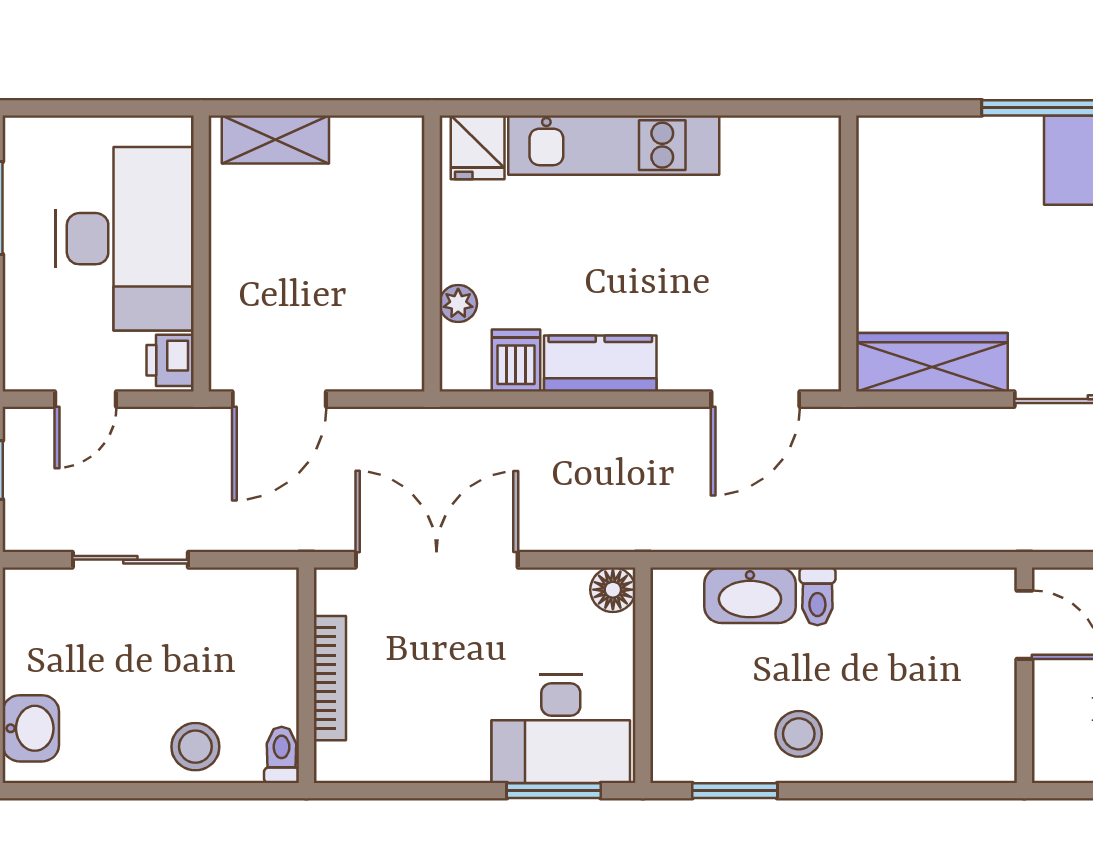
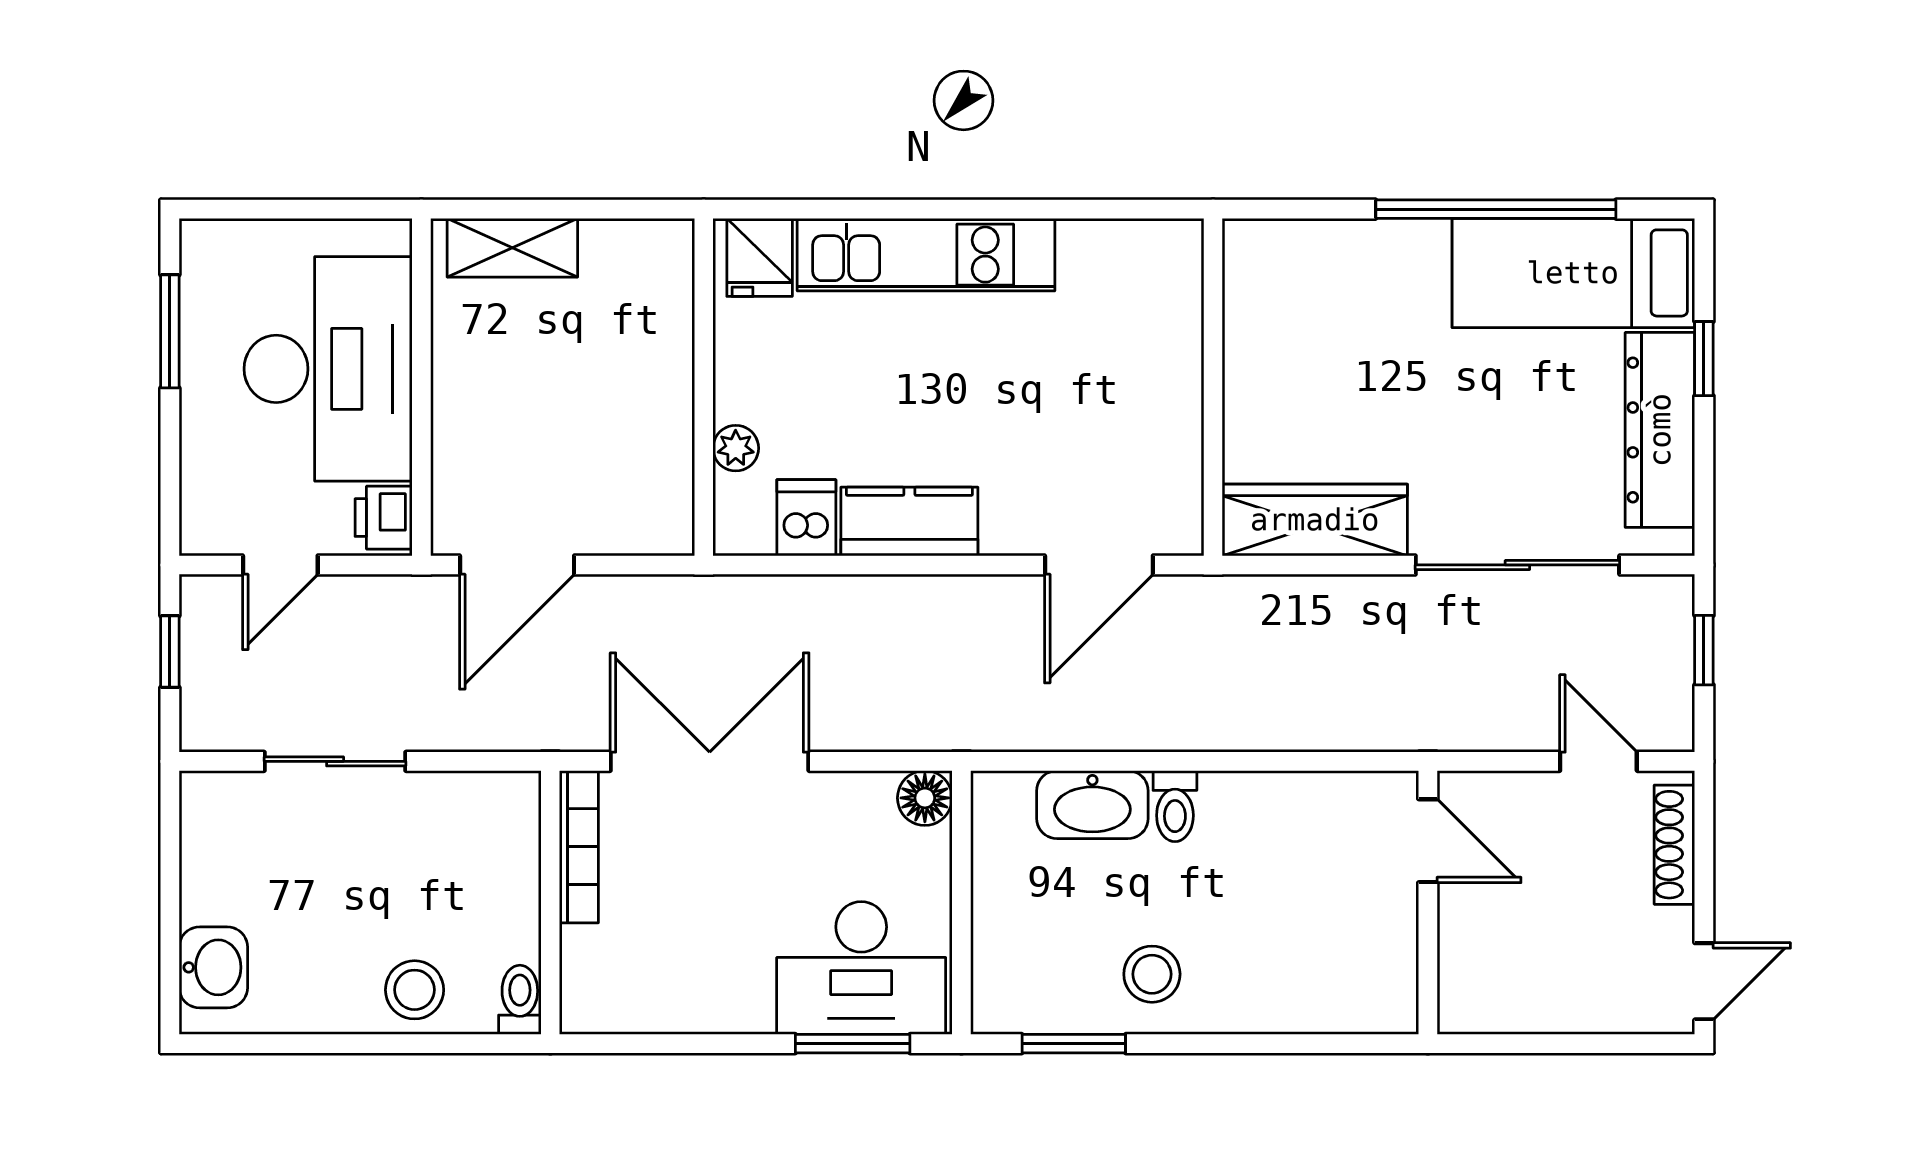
bookcase: (330, 678) -> (579, 847), moved

